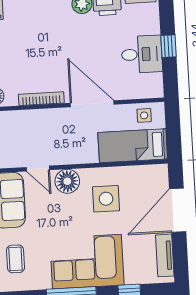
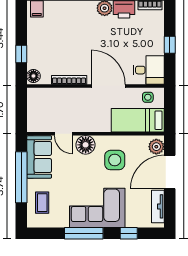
desk: (142, 54) -> (149, 70), moved
plant: (159, 178) -> (156, 147), added

